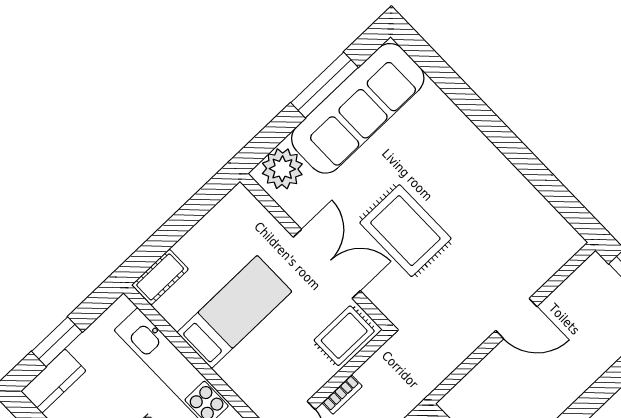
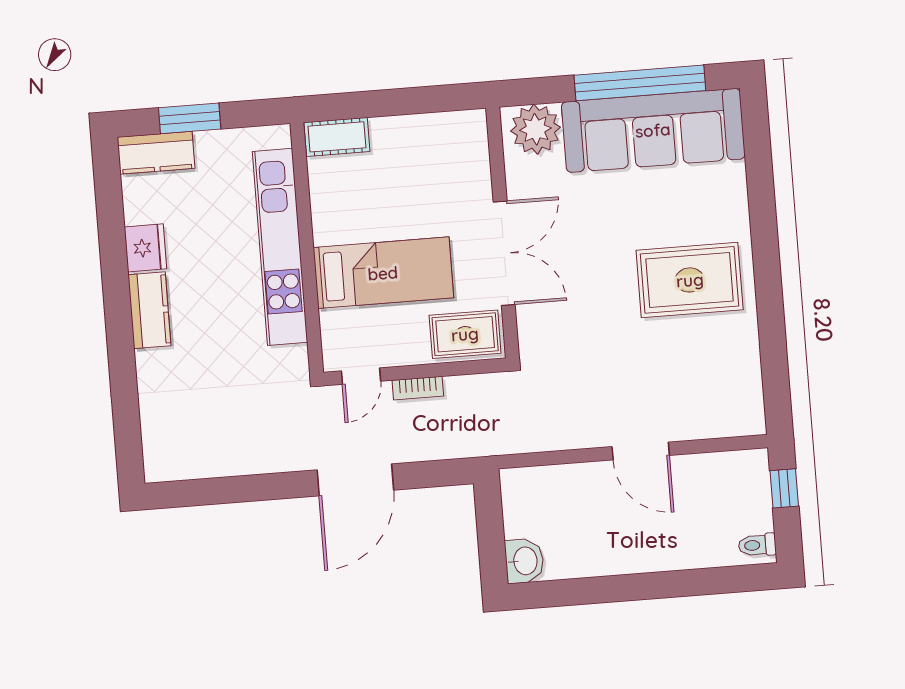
window: (324, 85) -> (640, 83), width x1.46
rug: (405, 231) -> (690, 280), moved, turned 90
bed: (234, 312) -> (383, 273), moved

